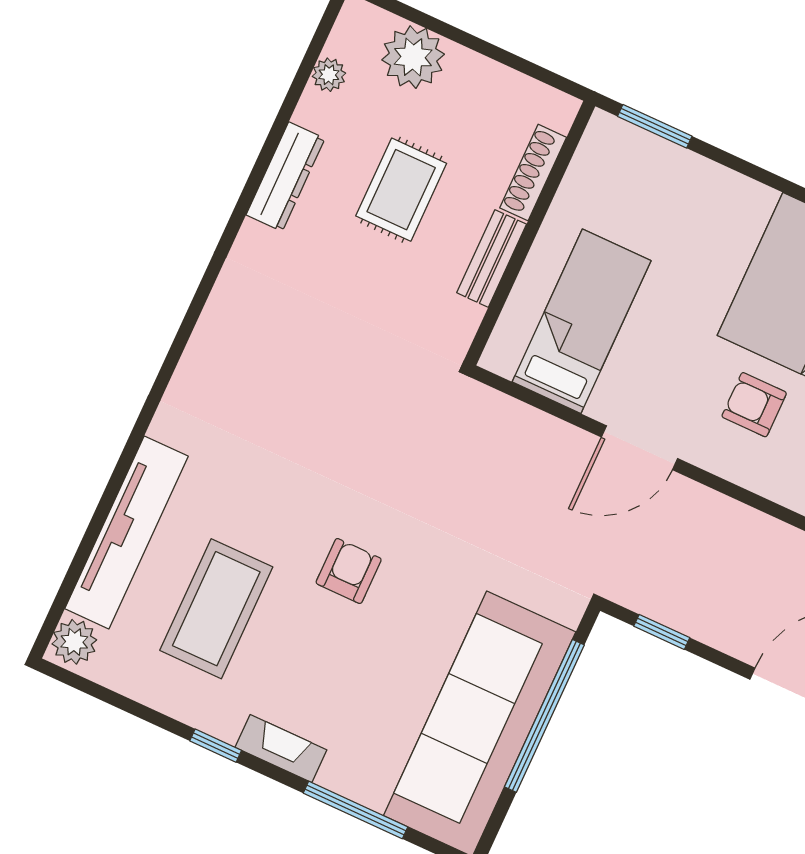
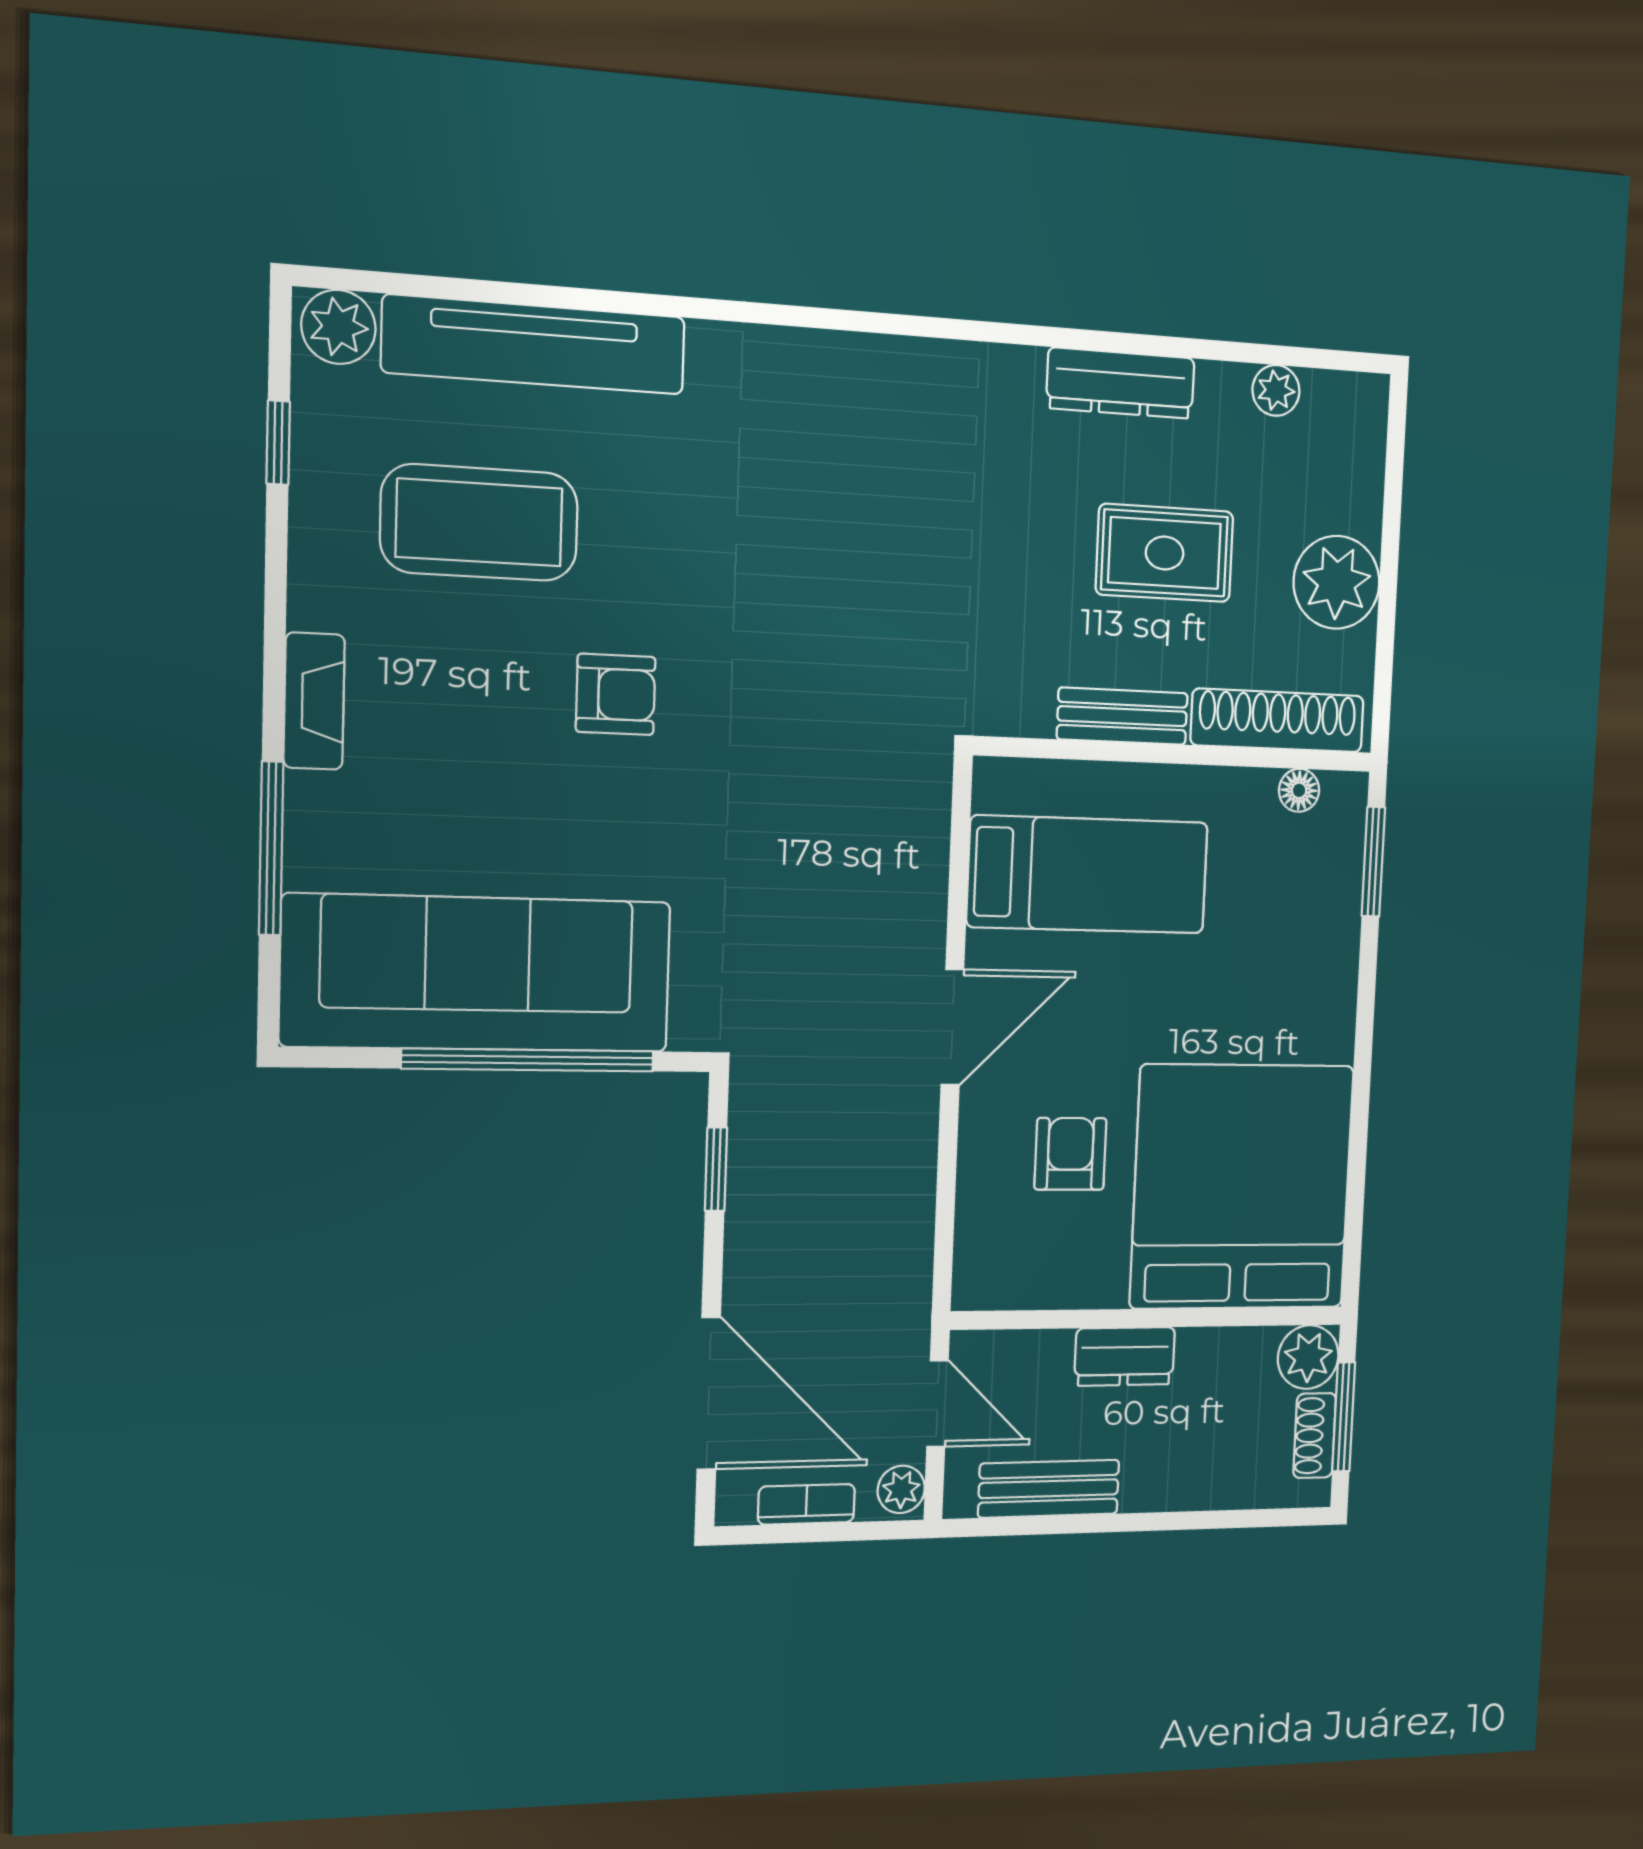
plant: (413, 57) -> (1337, 582), moved
floor lamp: (587, 159) -> (1299, 790), added
shoe rack: (533, 173) -> (1277, 720), width x1.36, depth x1.24
door: (640, 448) -> (952, 1027), swing flipped
window: (216, 746) -> (278, 443), moved

